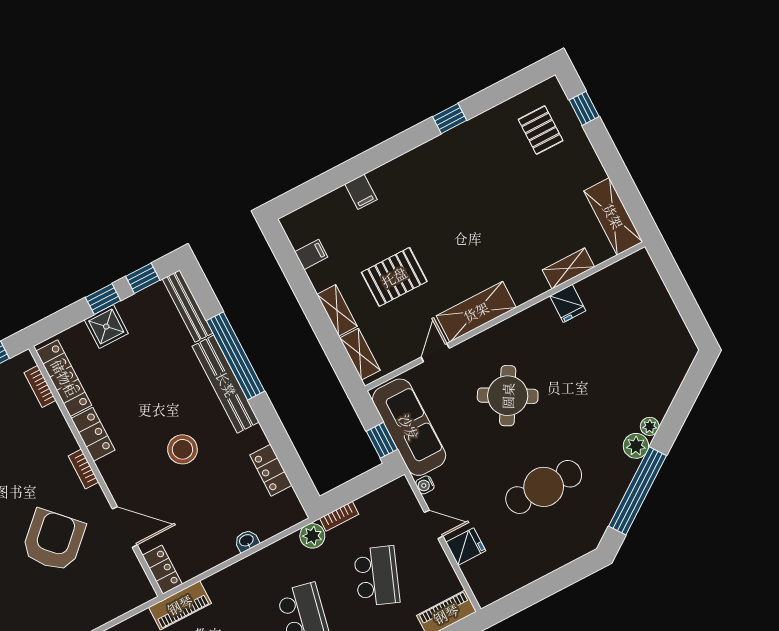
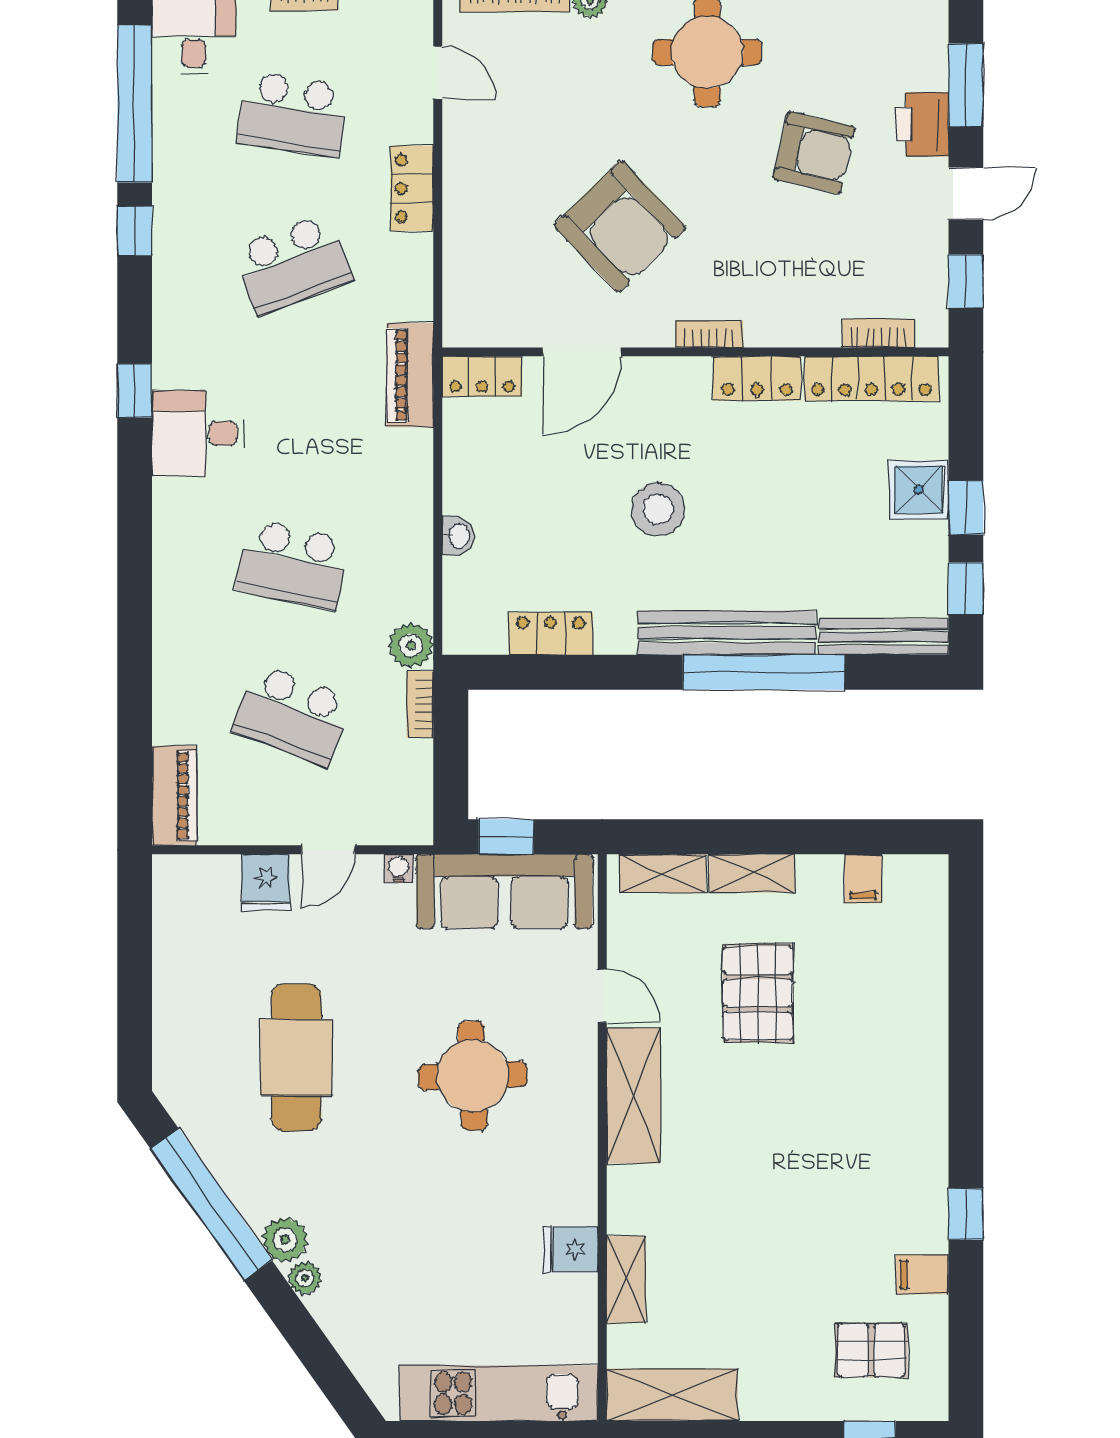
filing cabinet: (361, 192) -> (922, 1275), moved
kitchen unit: (657, 302) -> (499, 1393), added
round table: (508, 396) -> (473, 1076), turned -31

